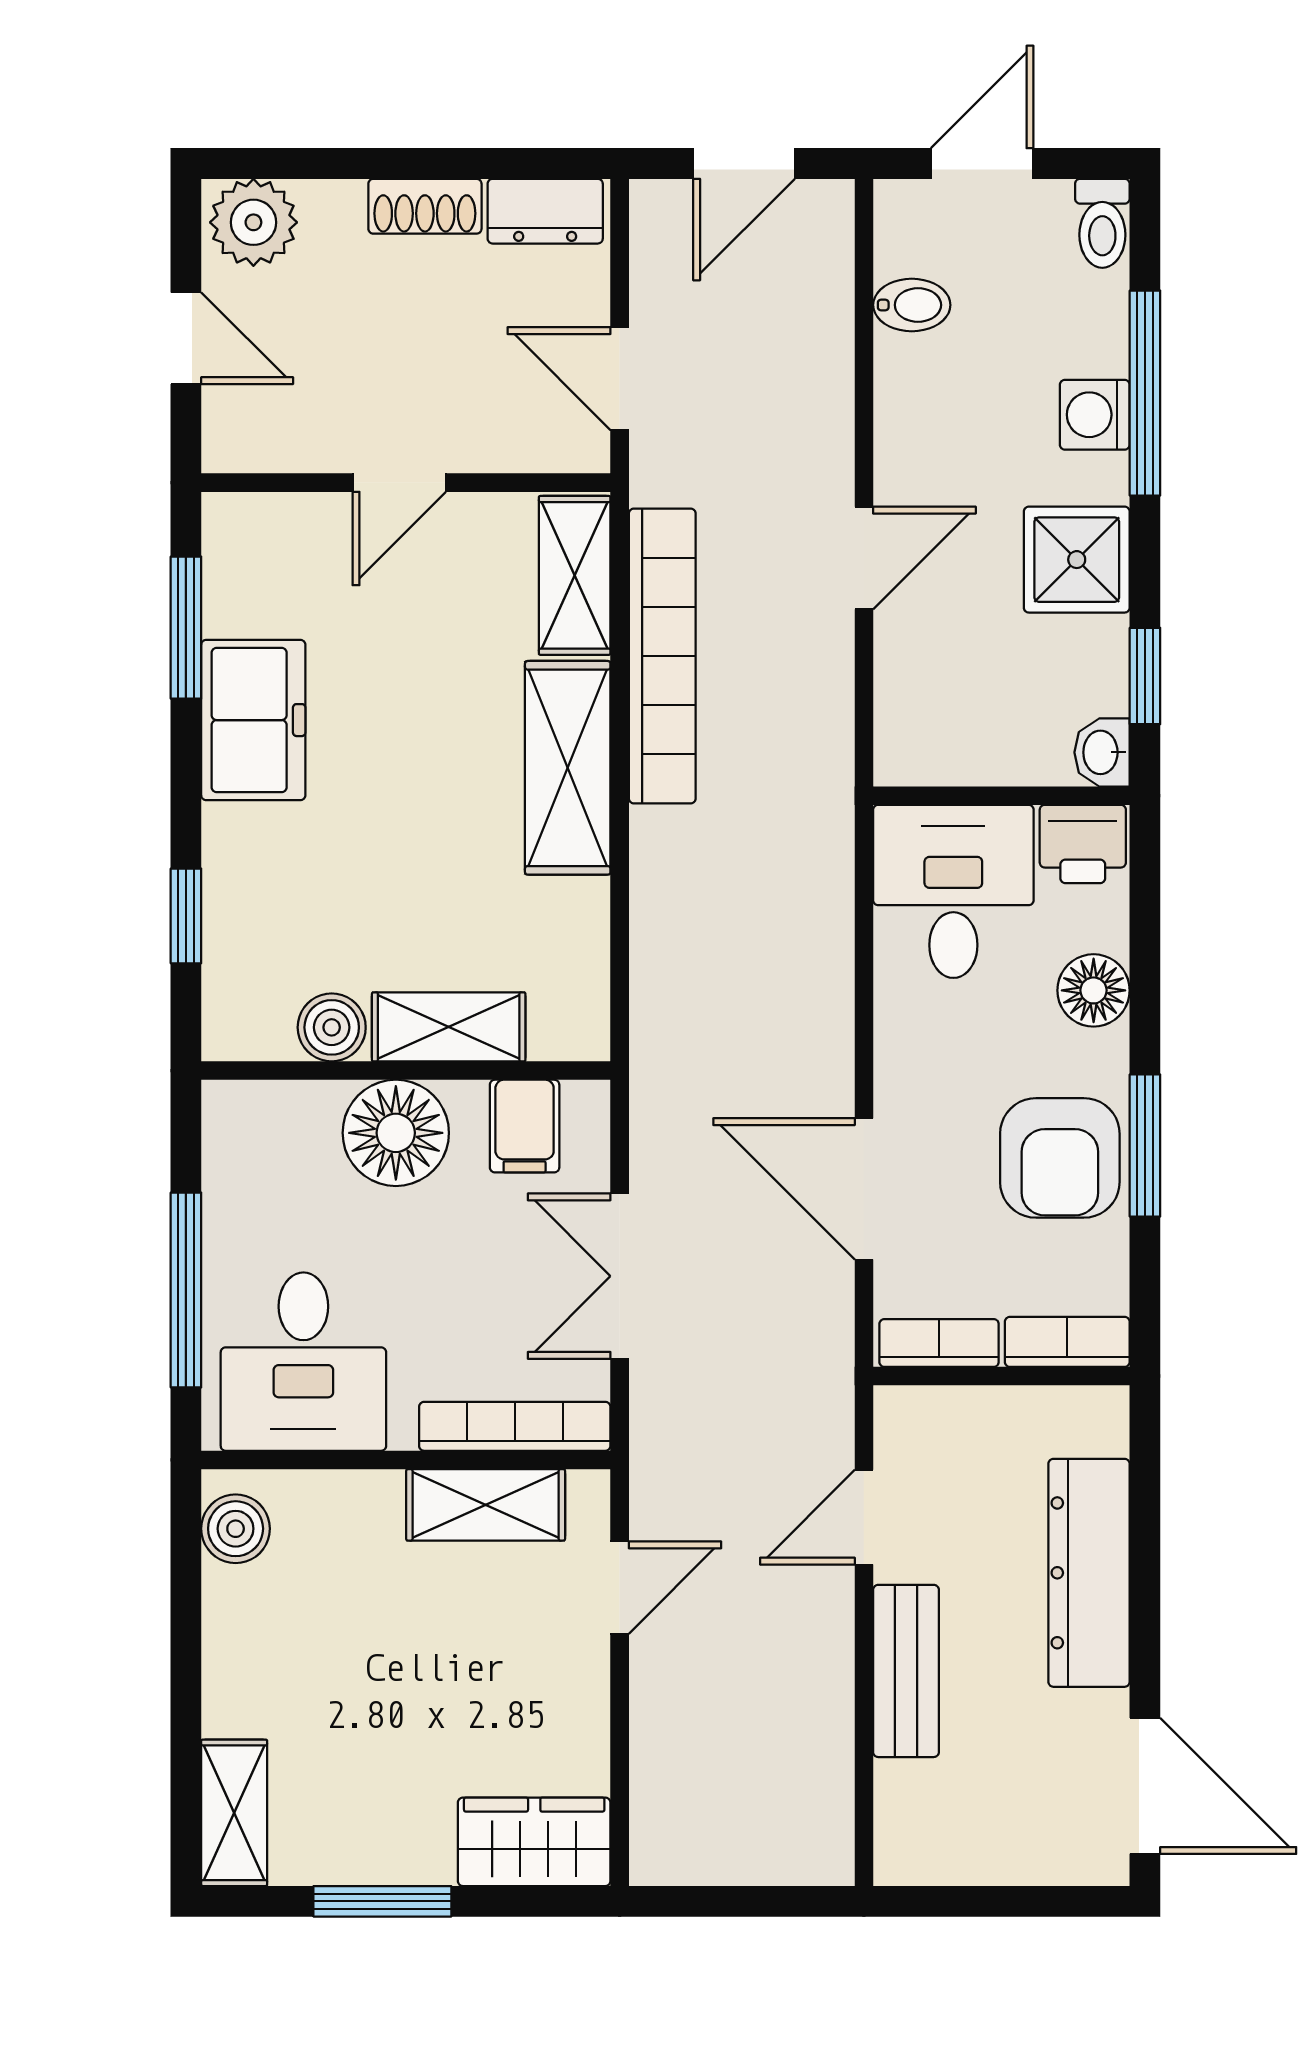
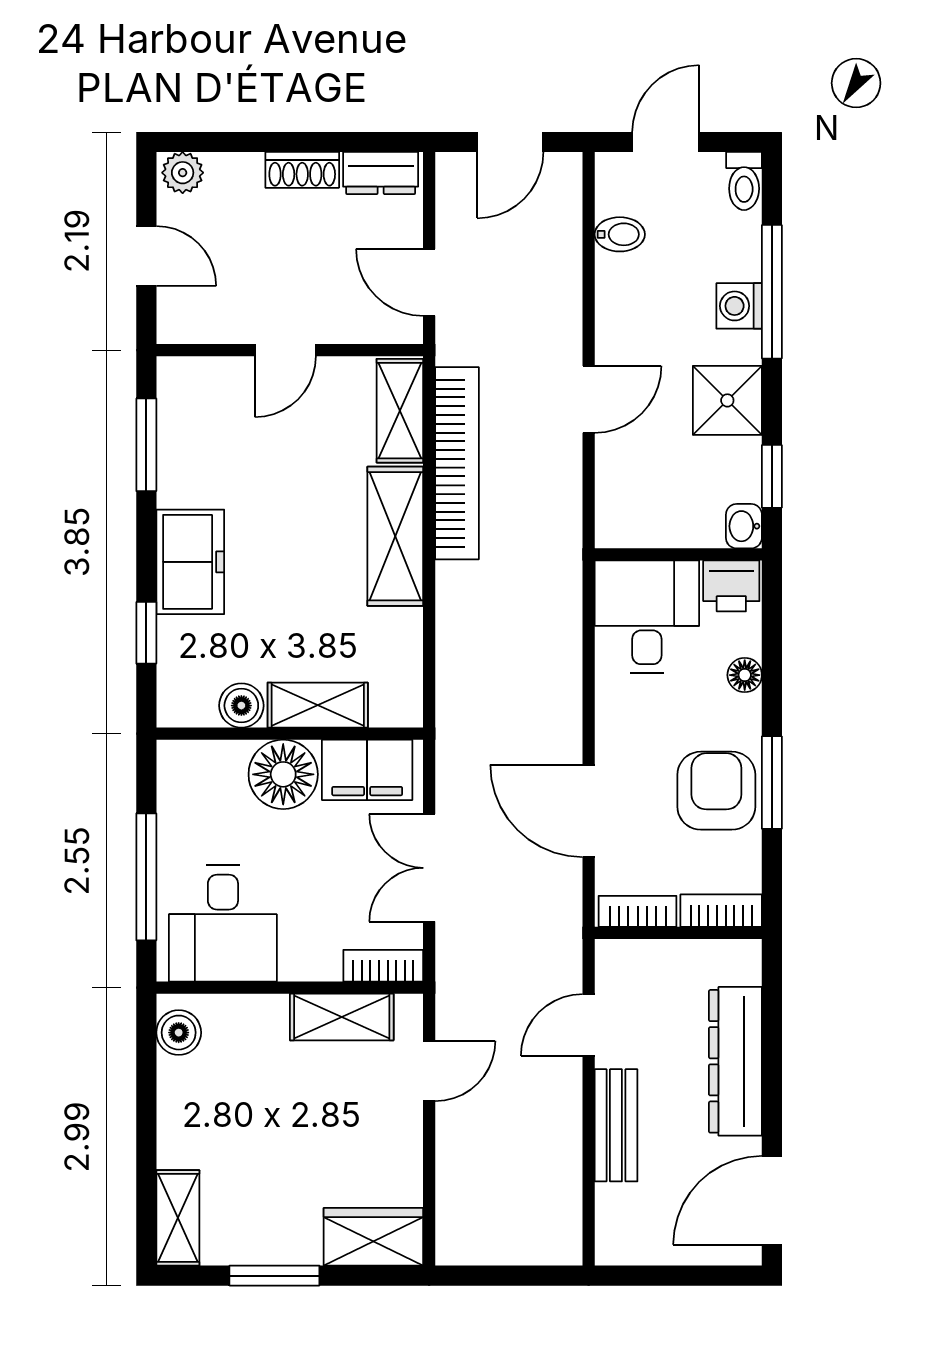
plant: (253, 222) -> (183, 173), width x0.73, depth x0.73
freezer: (253, 720) -> (190, 562), moved
floor lamp: (1094, 990) -> (745, 675), width x0.73, depth x0.73
filing cabinet: (525, 1126) -> (367, 770), width x2.00
armchair: (1060, 1158) -> (716, 791), turned 180
bookcase: (515, 1426) -> (383, 966), width x0.64
door: (1145, 1786) -> (772, 1200), swing flipped

